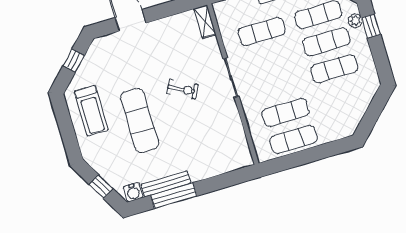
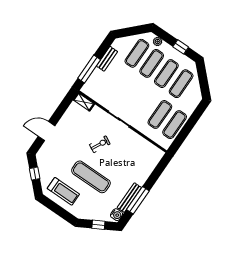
window: (371, 26) -> (181, 47), moved
exercise mat: (262, 31) -> (181, 84), moved

